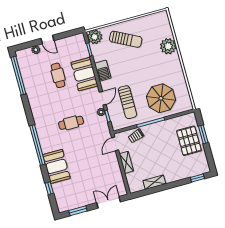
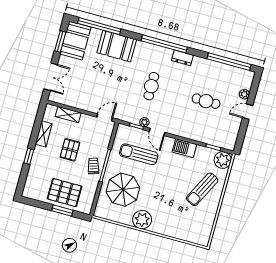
plant: (168, 46) -> (142, 220), moved
booth: (84, 74) -> (75, 41), moved, turned 90
dresser: (36, 112) -> (182, 58), added
trolley: (136, 136) -> (93, 166), moved
door: (115, 144) -> (105, 118), hinge flipped
window: (37, 145) -> (164, 44), moved
pallet: (155, 156) -> (70, 150), added
shelving: (126, 162) -> (68, 115), moved
window: (197, 178) -> (29, 156), moved
window: (49, 188) -> (99, 26), width x3.17

